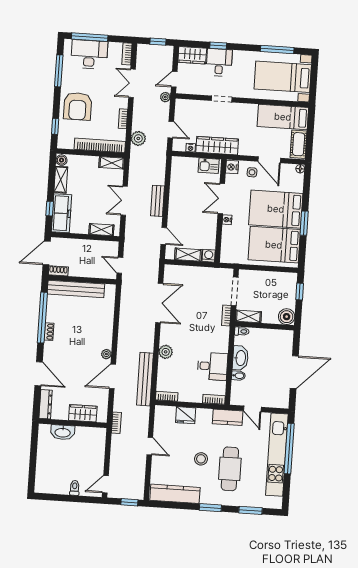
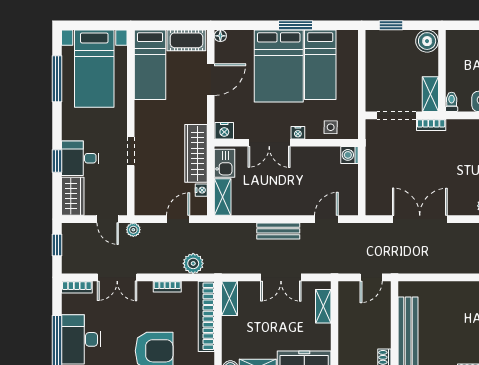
side table: (252, 172) -> (331, 127), moved
bed: (274, 245) -> (320, 65), width x0.67
shelving: (188, 255) -> (223, 197), moved

